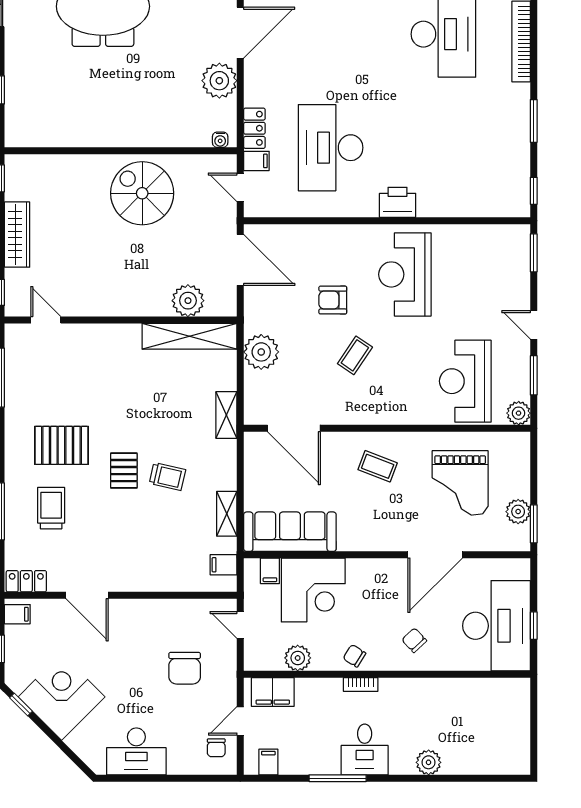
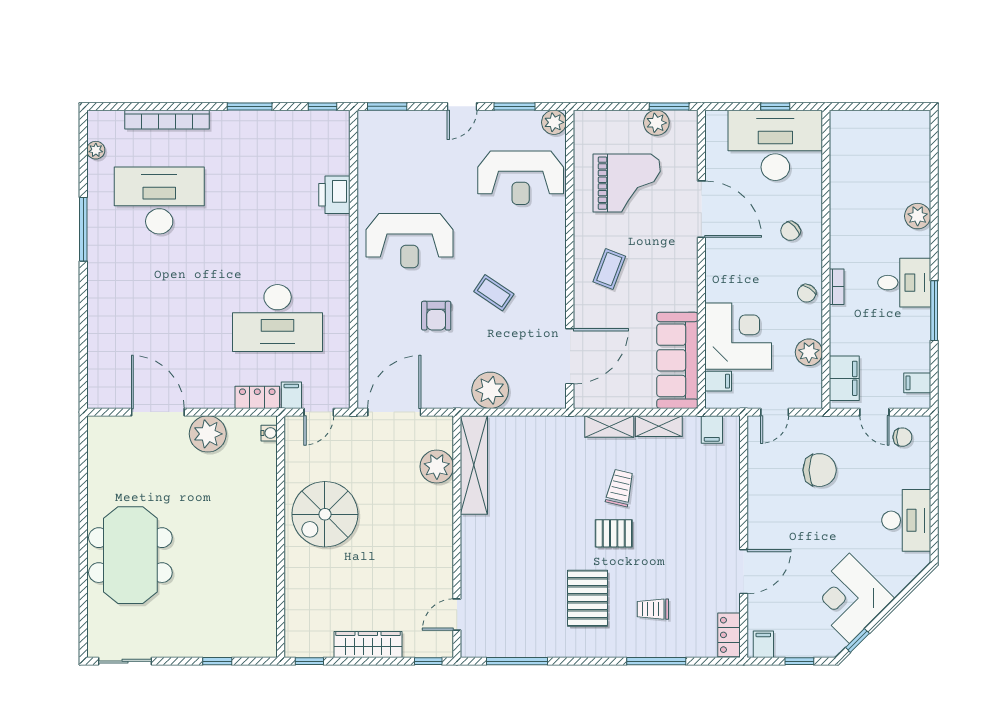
printer: (398, 202) -> (334, 195), moved
shelving: (226, 415) -> (609, 427), moved
trolley: (51, 508) -> (653, 609), width x0.73, depth x0.72

